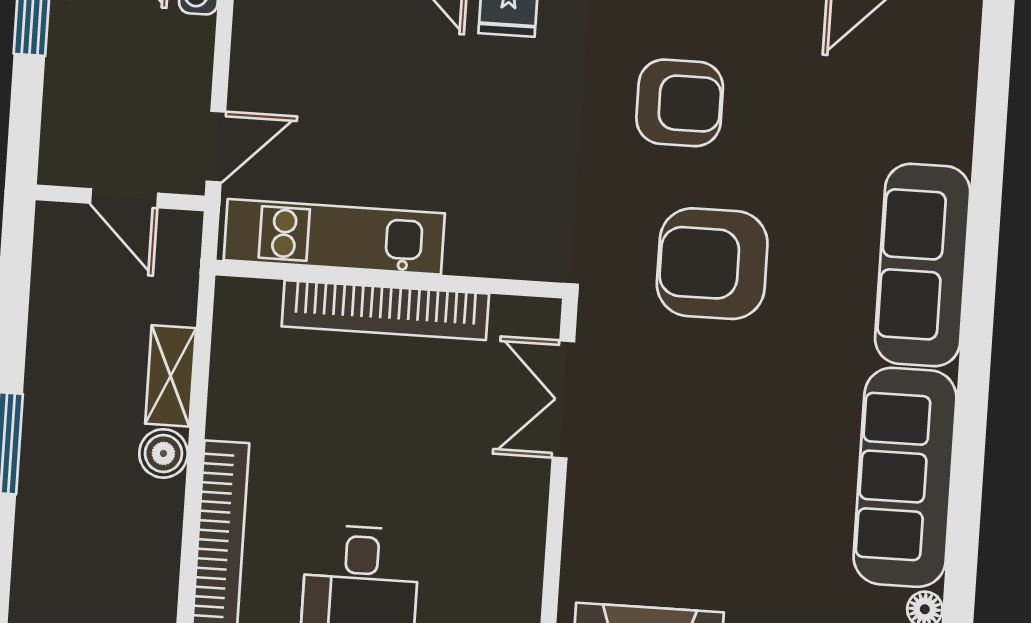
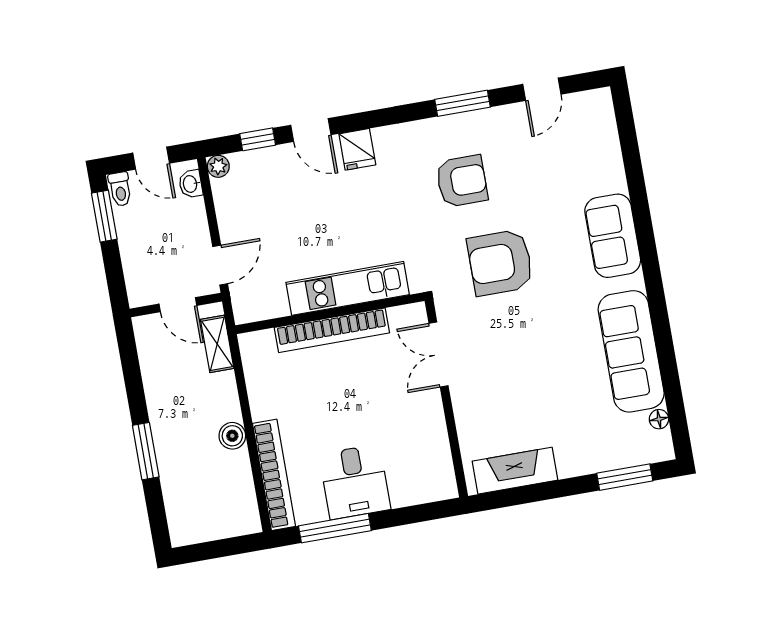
kitchen unit: (334, 237) -> (348, 288), moved
sofa: (923, 265) -> (613, 236), width x0.73
shelving: (171, 376) -> (217, 344), moved

